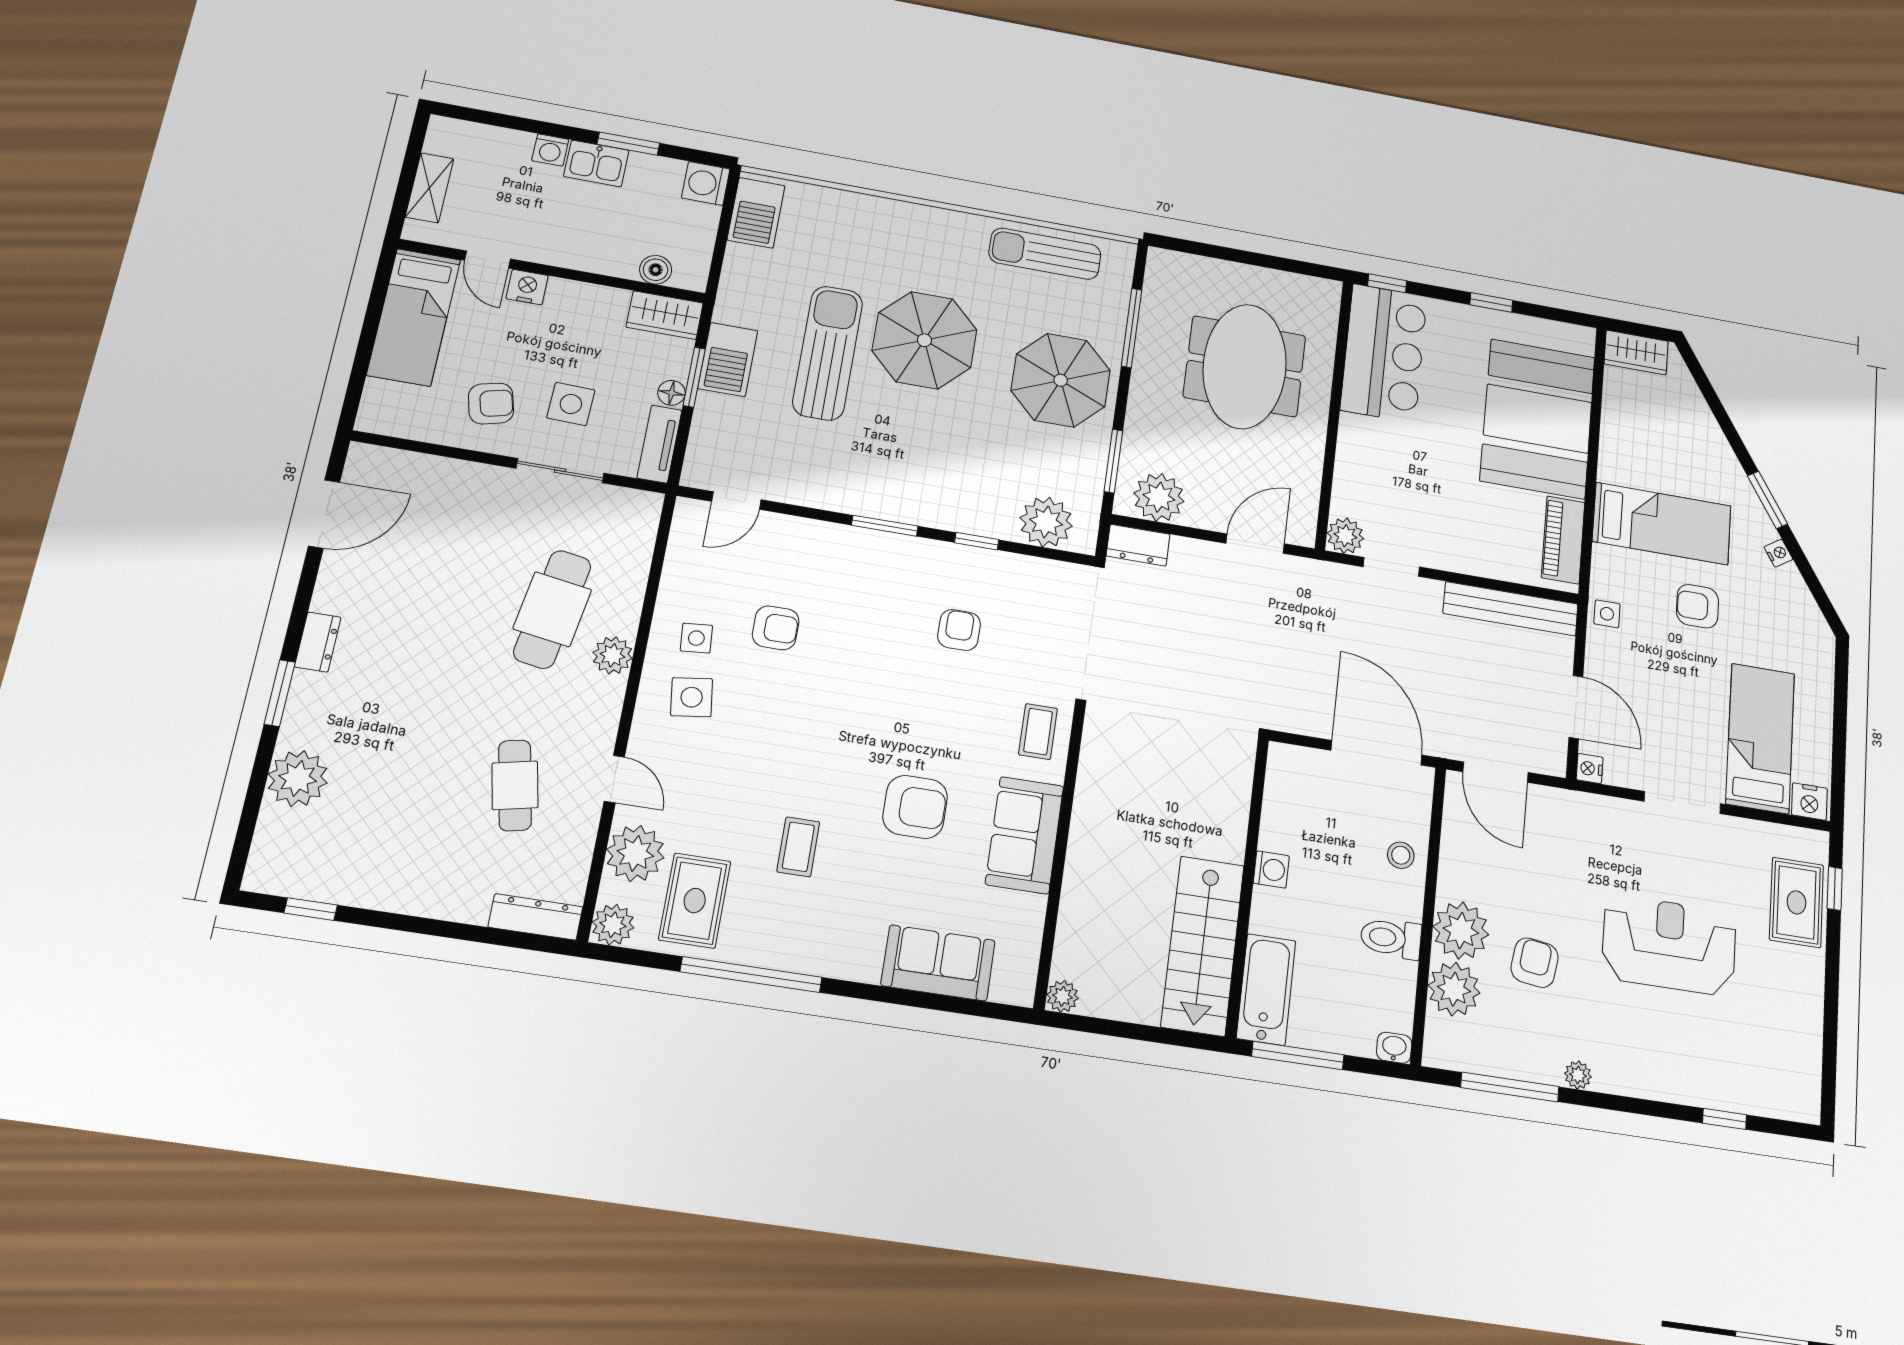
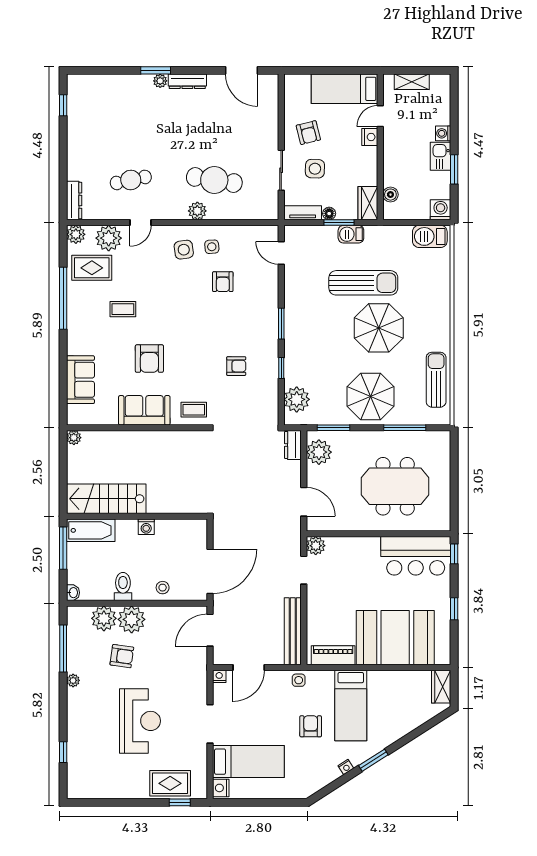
barbecue: (728, 360) -> (351, 234), width x0.73, depth x0.79
dresser: (318, 642) -> (187, 81), width x1.44
plant: (298, 778) -> (160, 81), moved, width x0.53, depth x0.53

